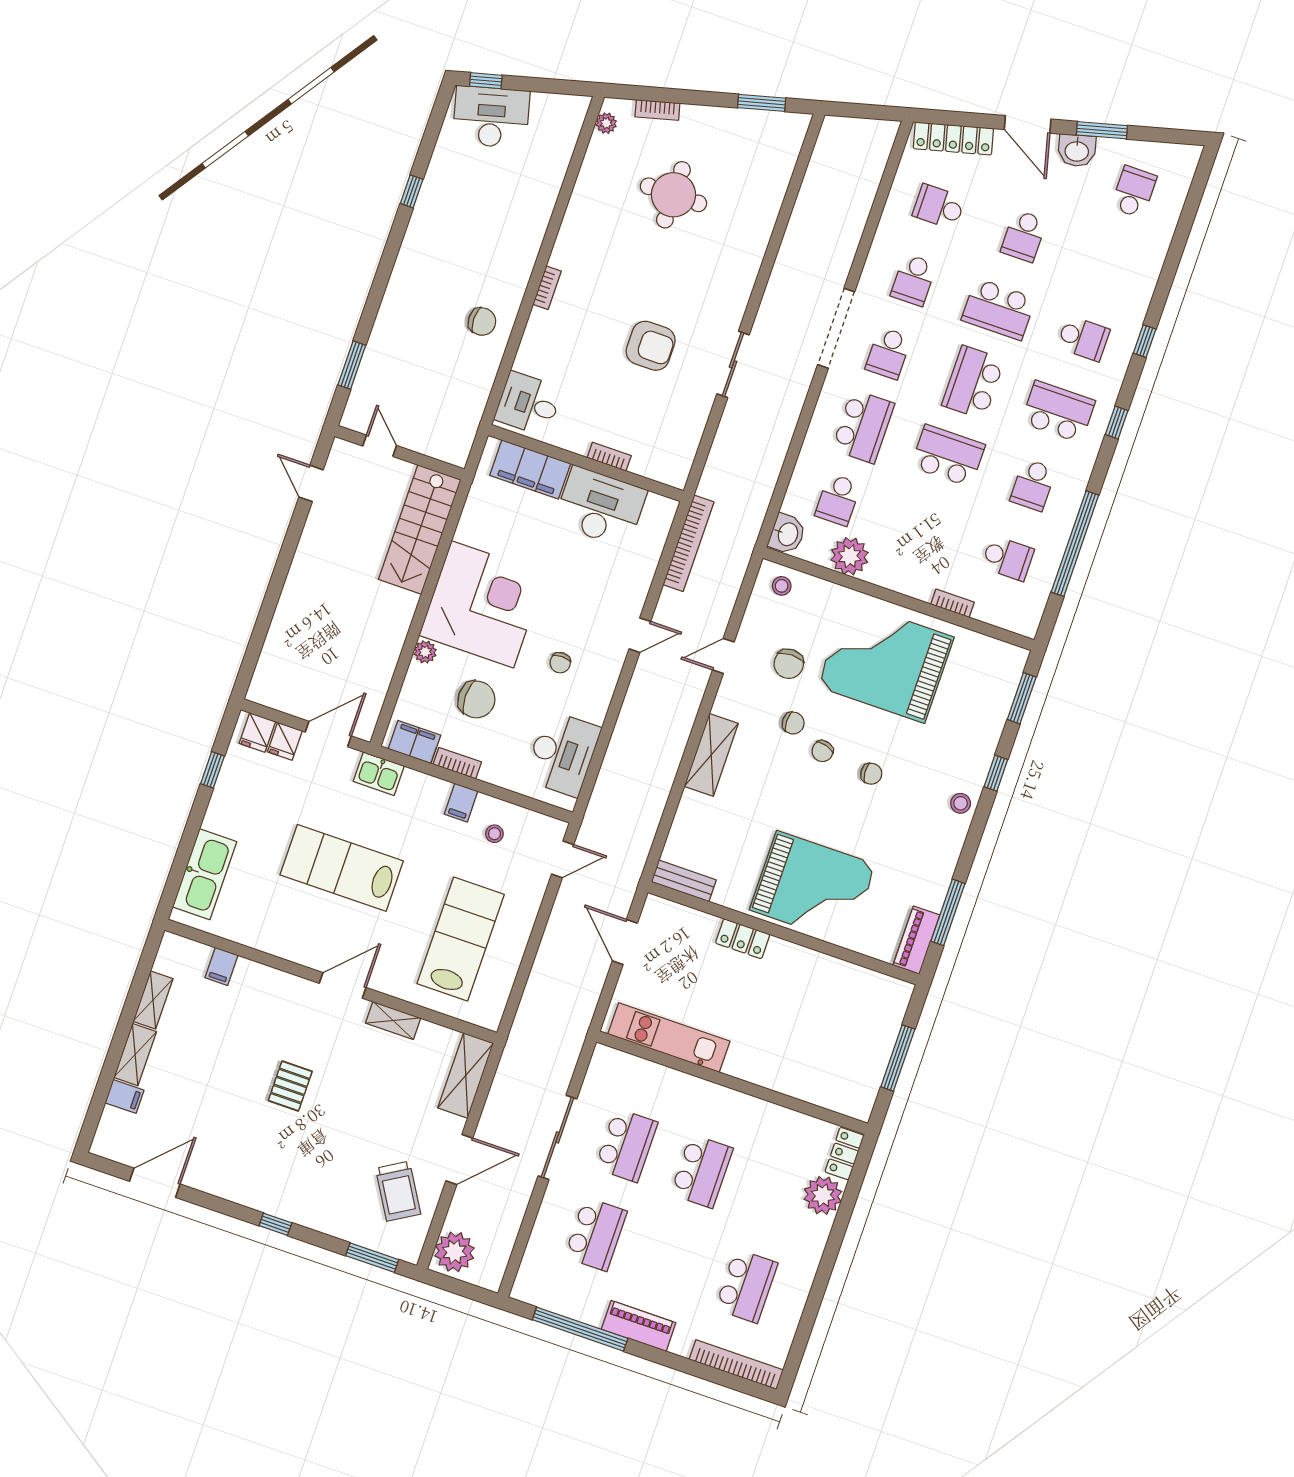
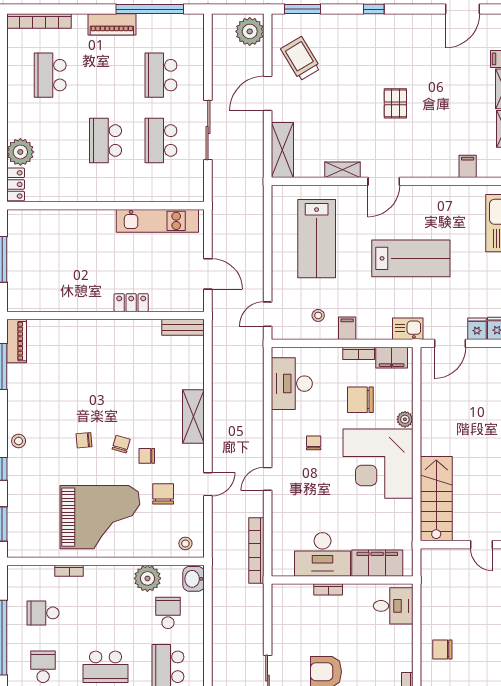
grand piano: (813, 887) -> (97, 352), removed

